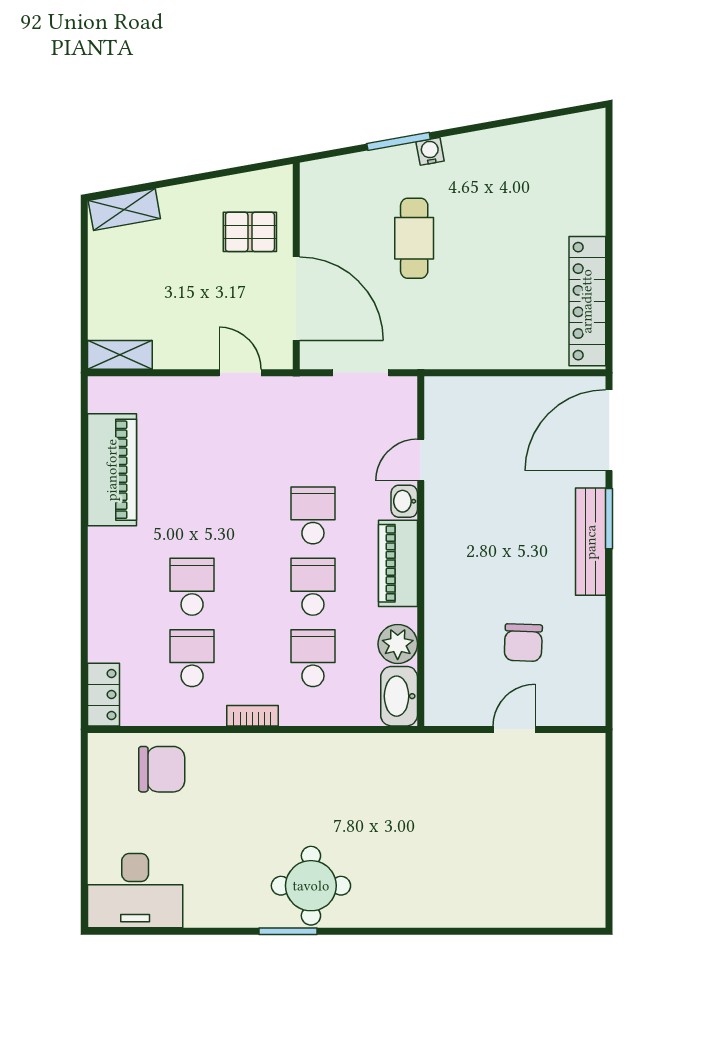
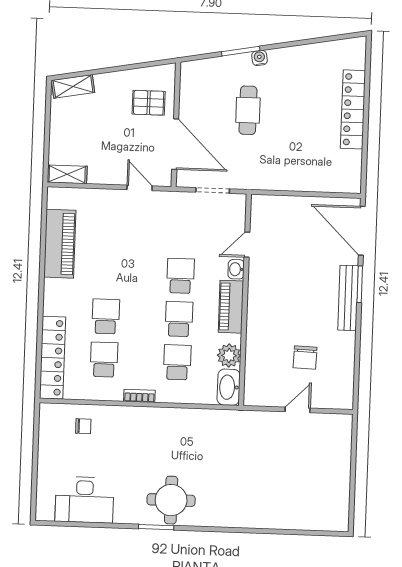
locker: (587, 301) -> (353, 109), moved
door: (609, 430) -> (362, 231), hinge flipped
locker: (104, 695) -> (53, 358), width x2.16, depth x1.21
chair: (162, 769) -> (83, 426), width x0.54, depth x0.54
desk: (135, 891) -> (84, 500), moved

